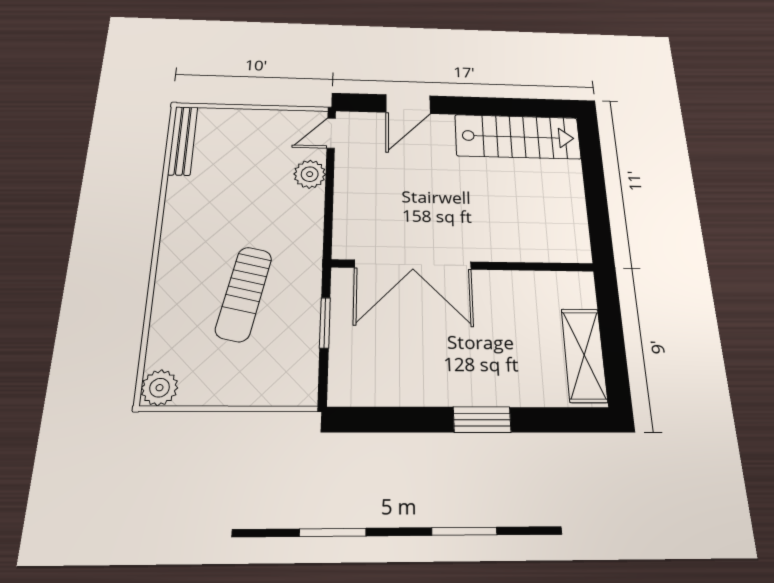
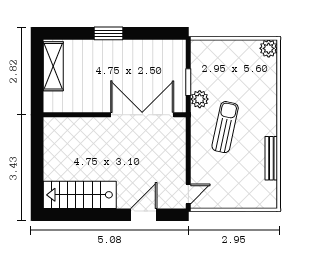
bench: (183, 141) -> (271, 158), moved
plant: (310, 174) -> (200, 99), moved
sun lounger: (244, 294) -> (225, 127), moved

